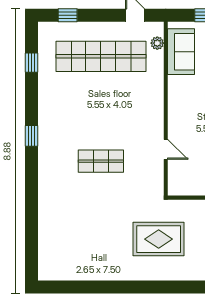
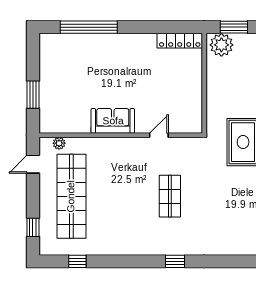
sofa: (181, 52) -> (113, 121), moved
window: (32, 136) -> (175, 261), moved

